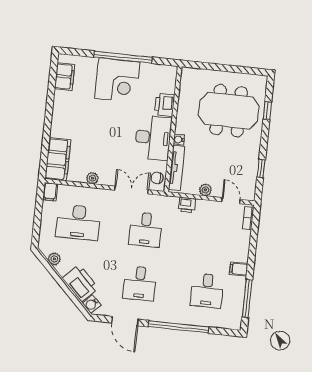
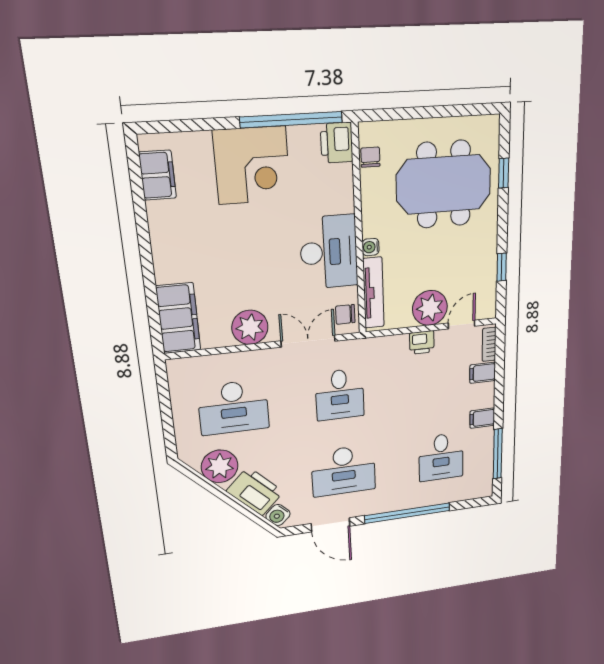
window: (123, 57) -> (291, 120), moved
chair: (186, 87) -> (370, 157), added
printer: (165, 105) -> (337, 143), moved
plant: (93, 178) -> (250, 327), width x1.88, depth x1.88
plant: (205, 190) -> (430, 308), width x1.88, depth x1.88
filing cabinet: (50, 192) -> (483, 373), moved, turned 90
door: (231, 201) -> (462, 325), hinge flipped
printer: (187, 205) -> (422, 342), moved
plant: (54, 259) -> (220, 466), width x1.88, depth x1.88
desk: (140, 283) -> (343, 471), width x1.37

